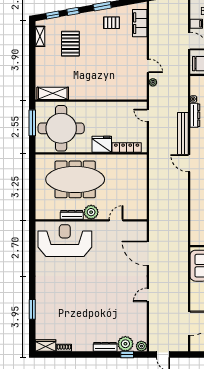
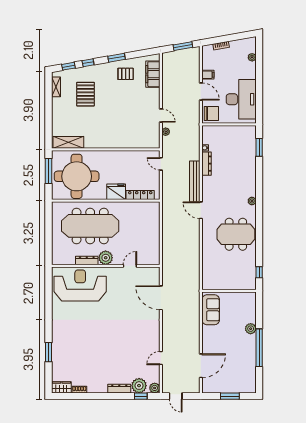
door: (148, 295) -> (161, 358), moved

